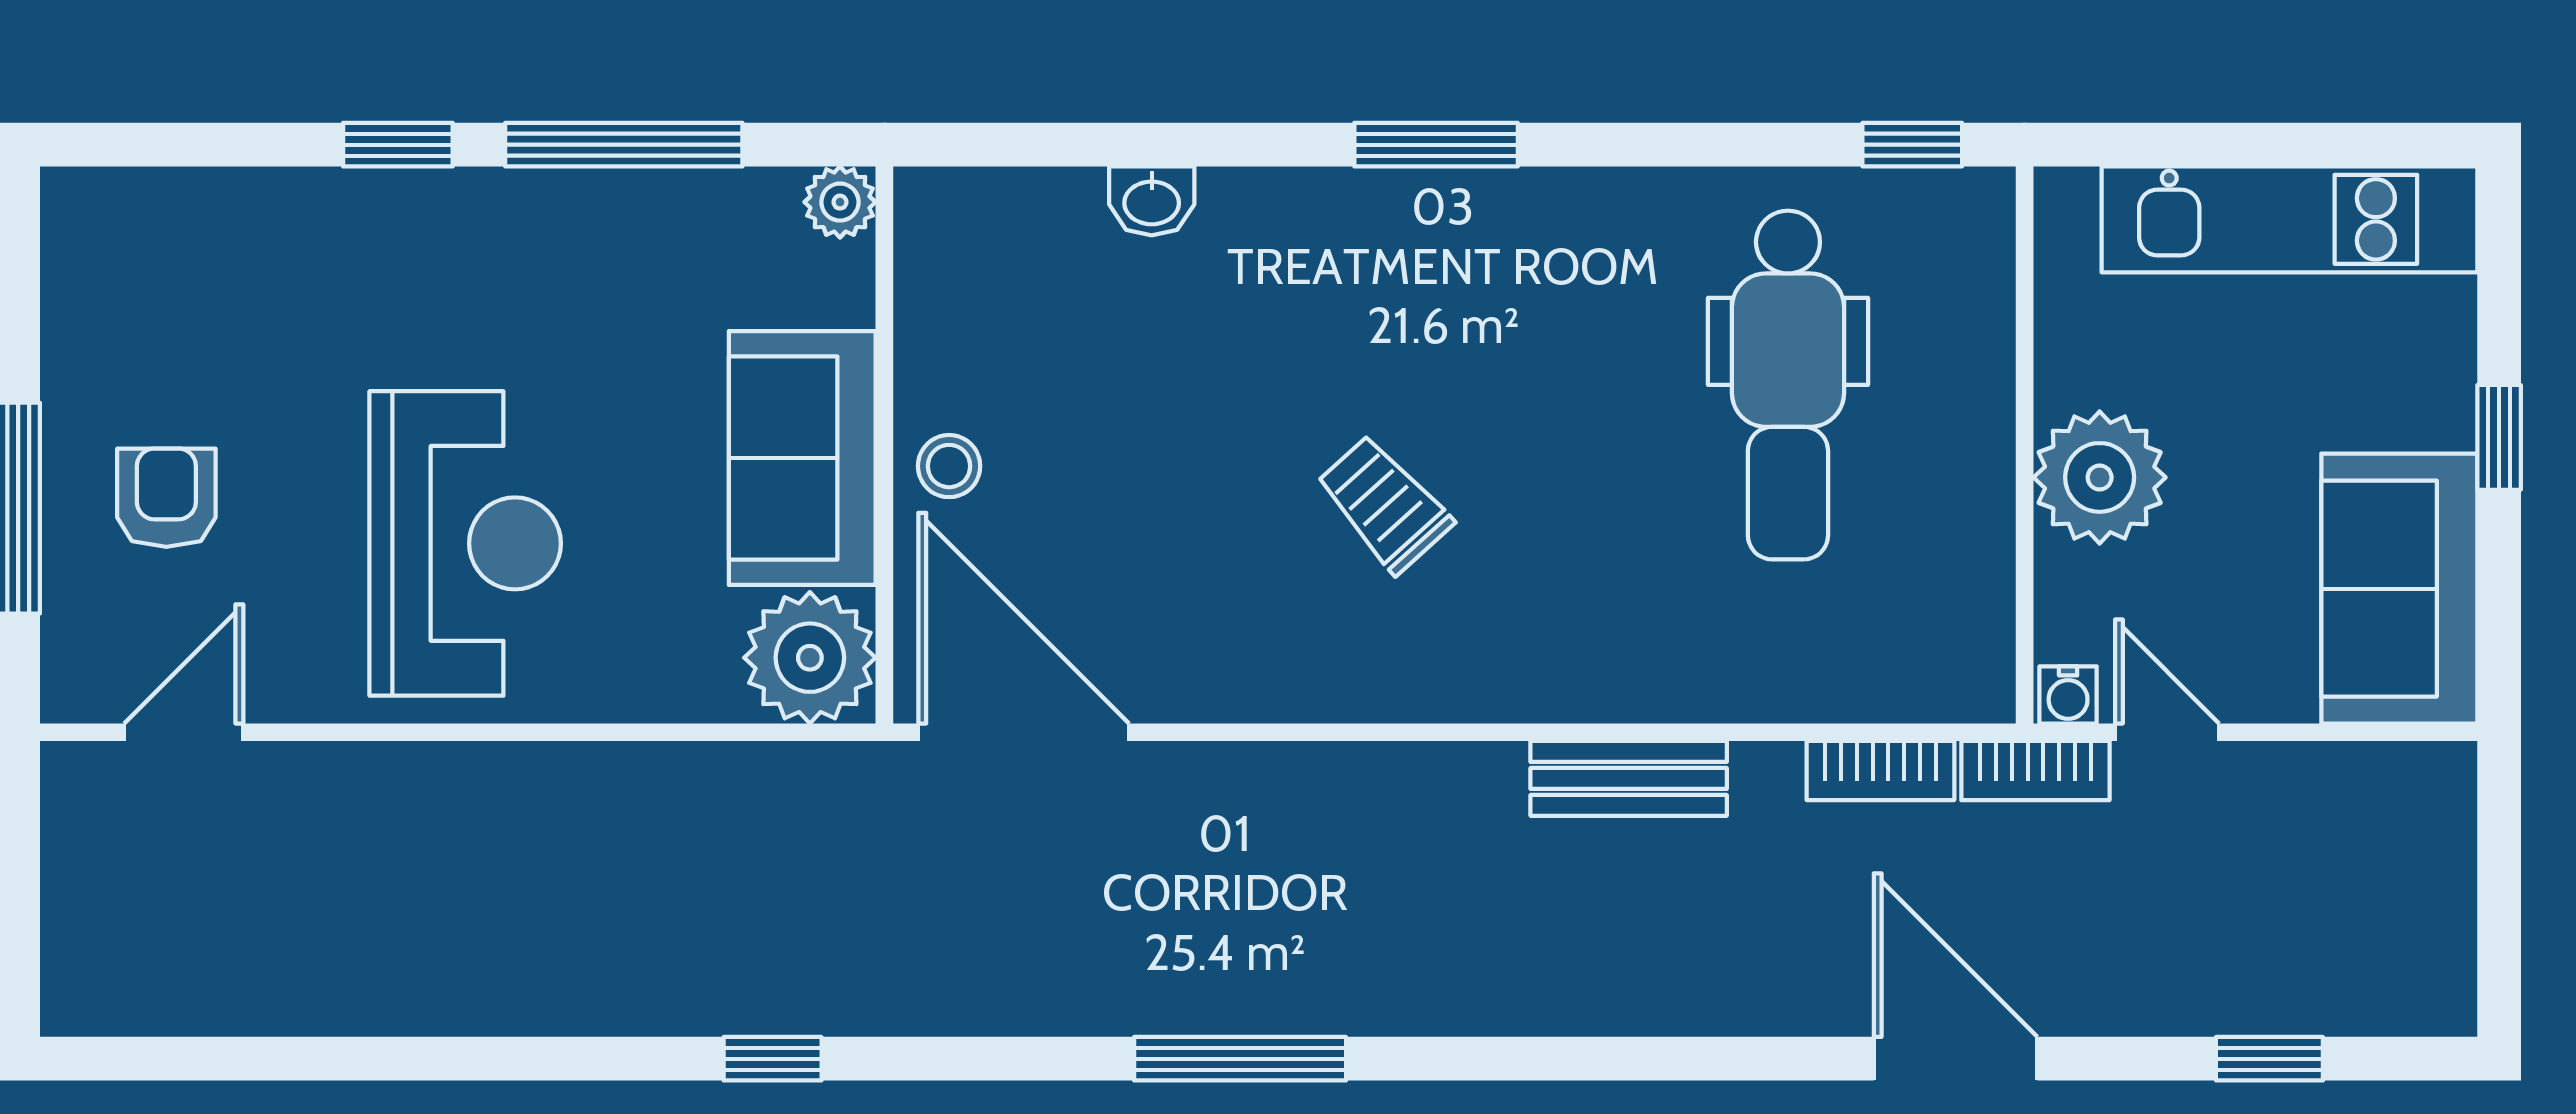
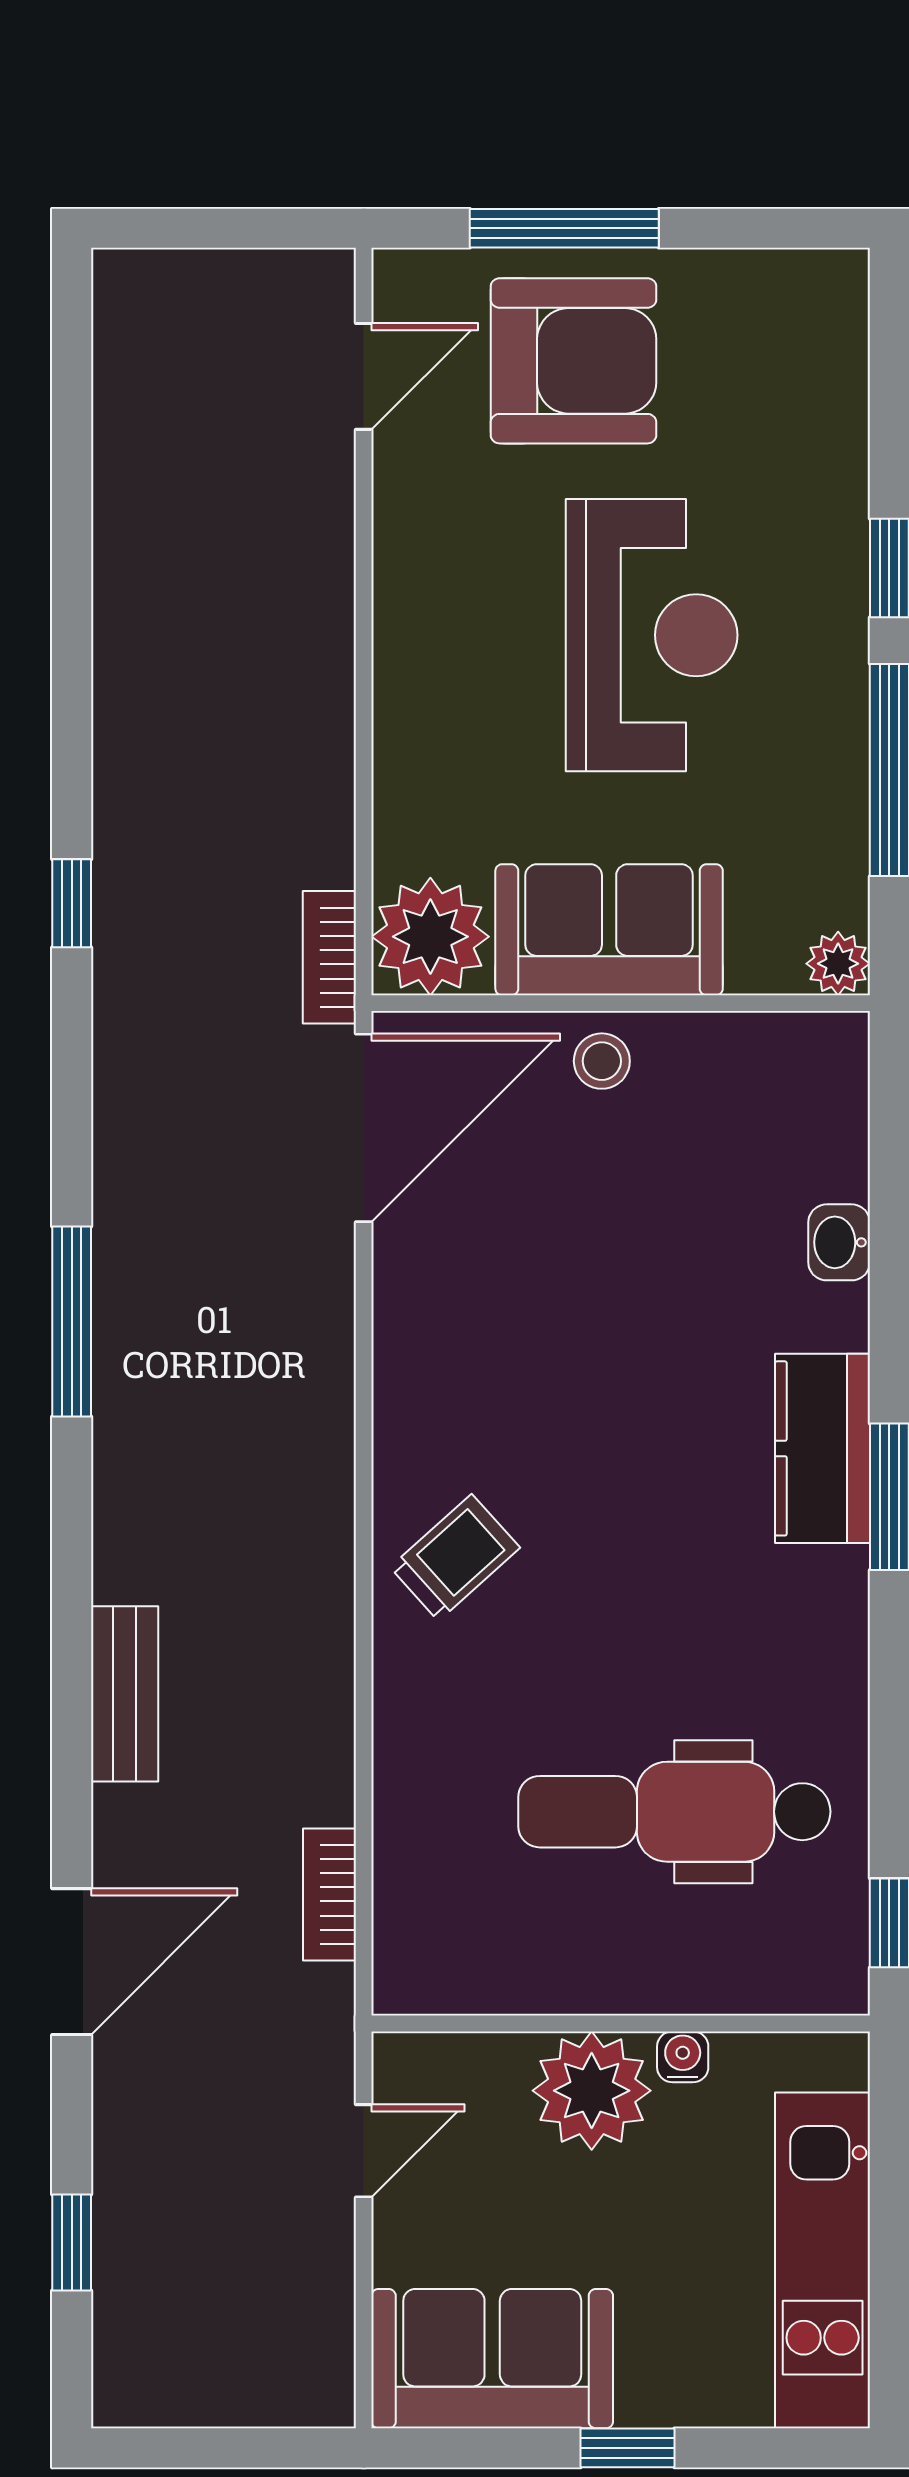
kitchen counter: (1382, 219) -> (823, 1448), added
armchair: (166, 498) -> (573, 361), width x1.88, depth x1.88
trolley: (1384, 504) -> (455, 1557), moved
reception desk: (465, 543) -> (652, 635), moved, turned -90
water cooler: (2068, 695) -> (683, 2057), moved, turned 90
door: (184, 732) -> (364, 376), hinge flipped
bookcase: (2035, 771) -> (329, 957), moved
bench: (1629, 778) -> (125, 1694), moved

